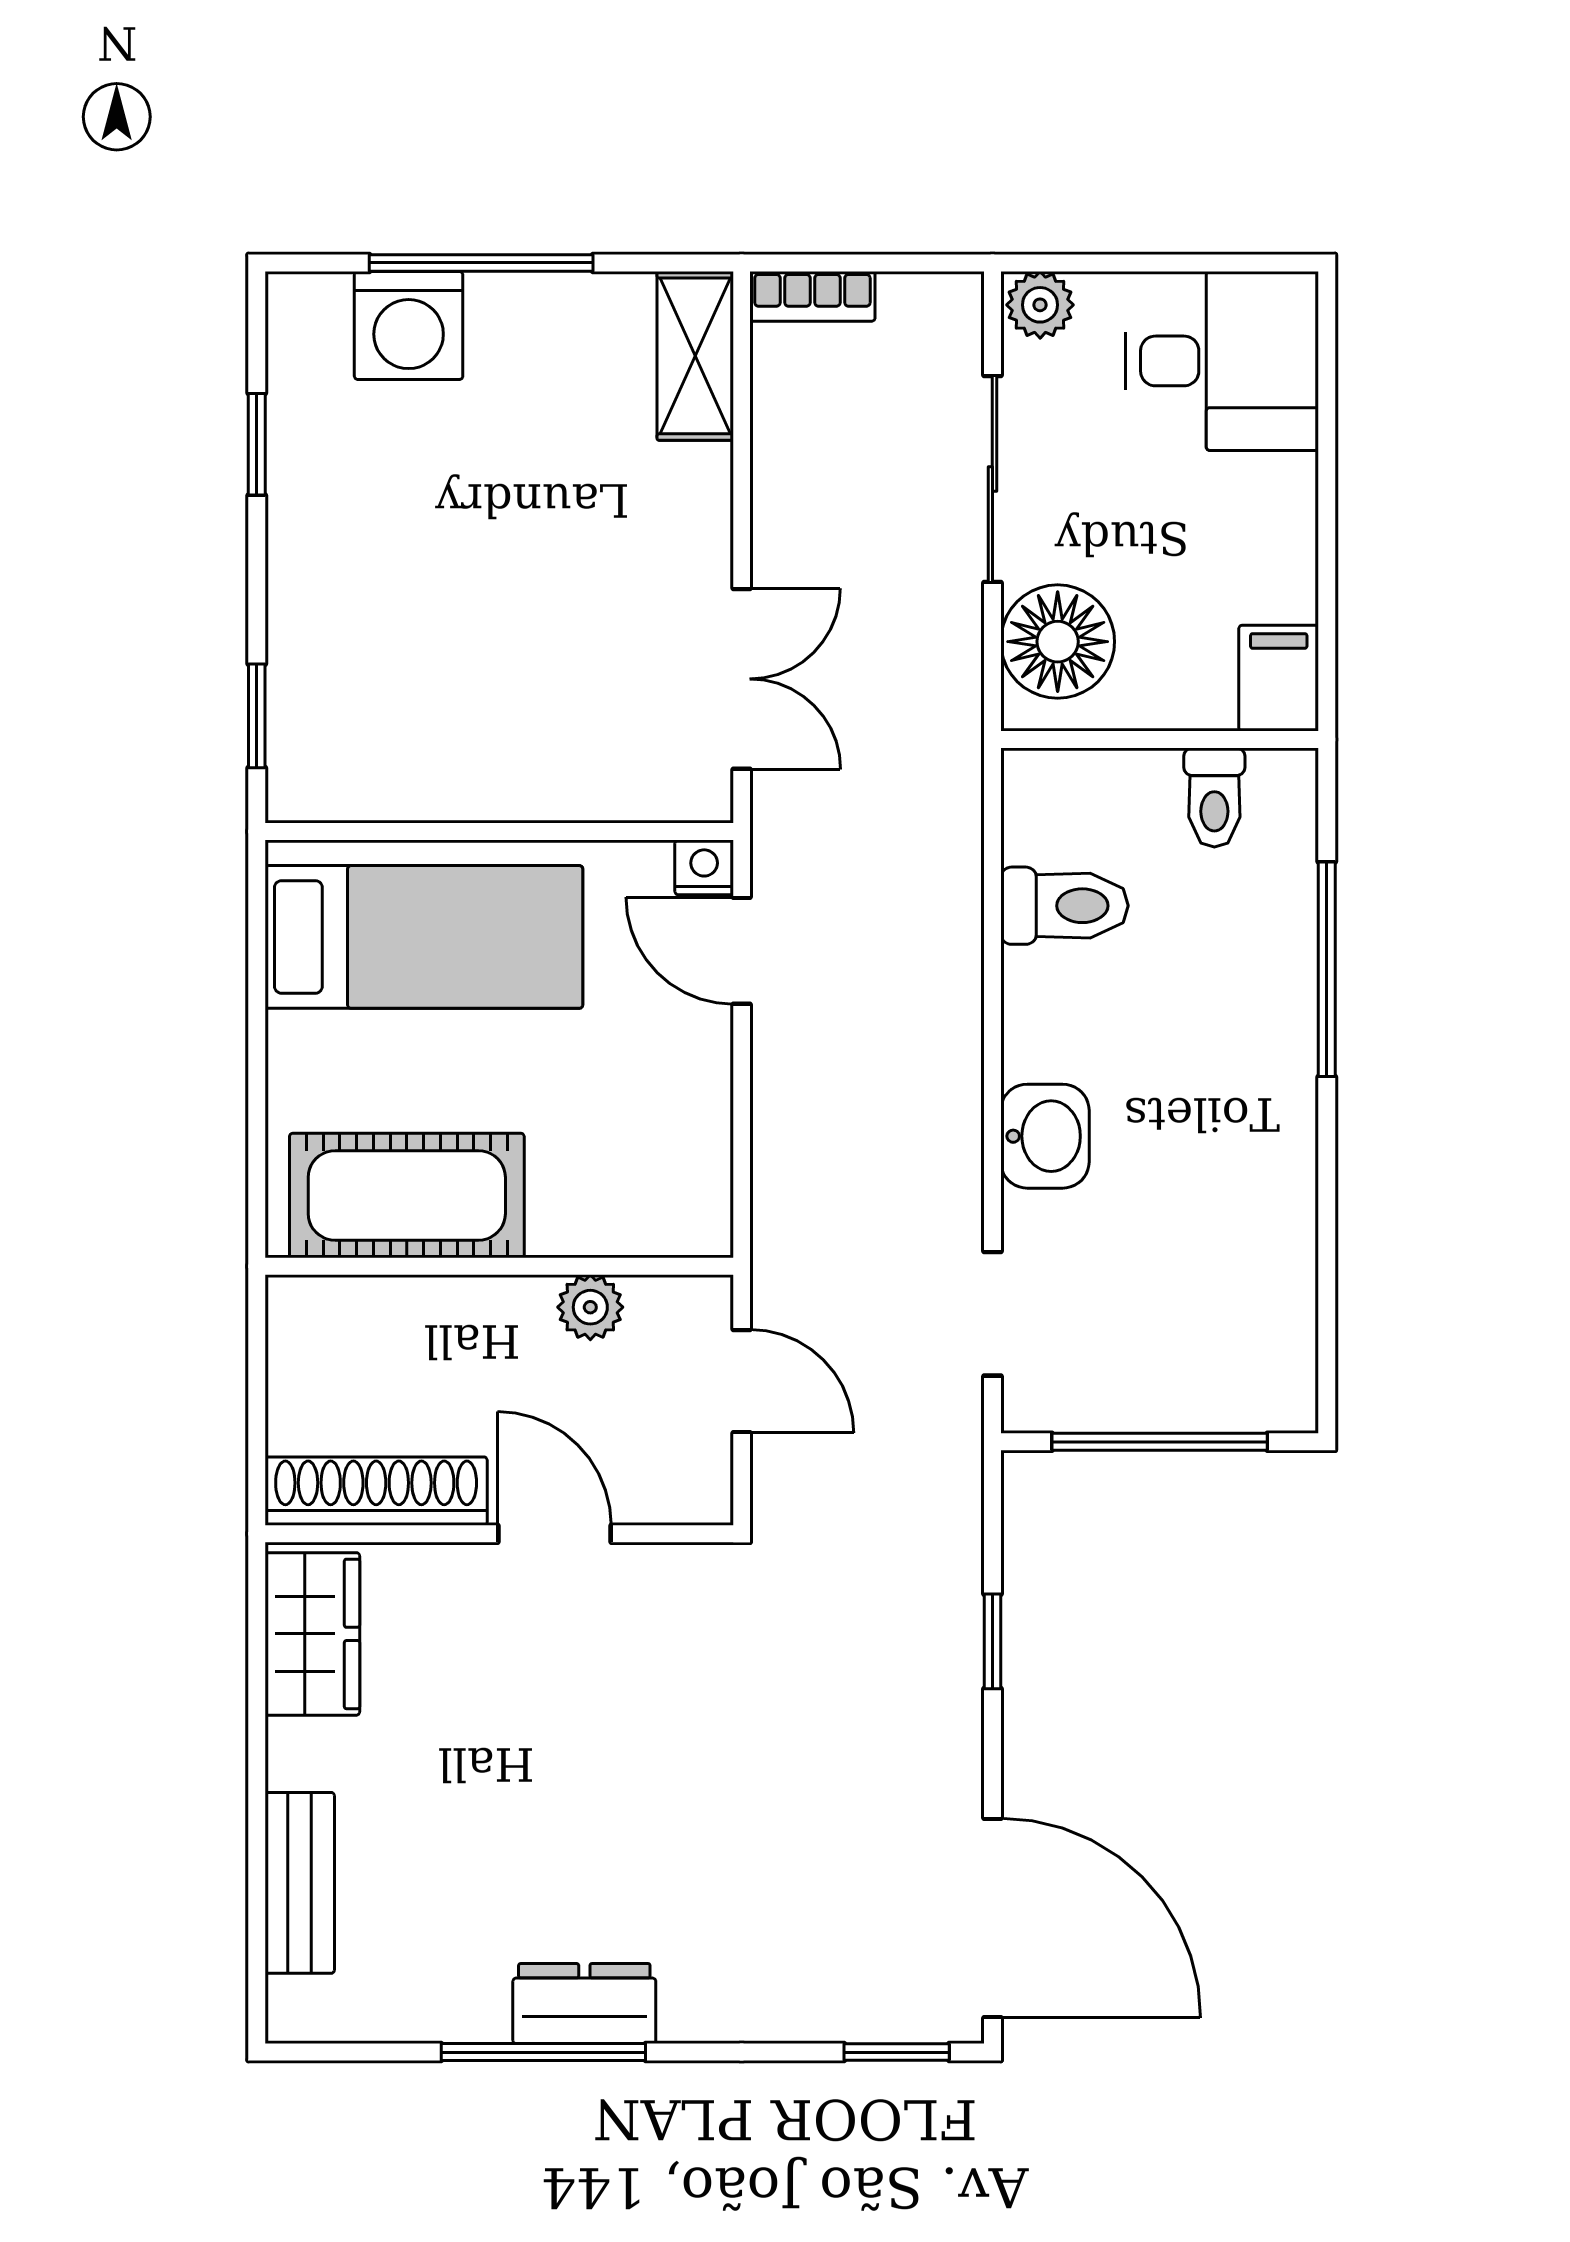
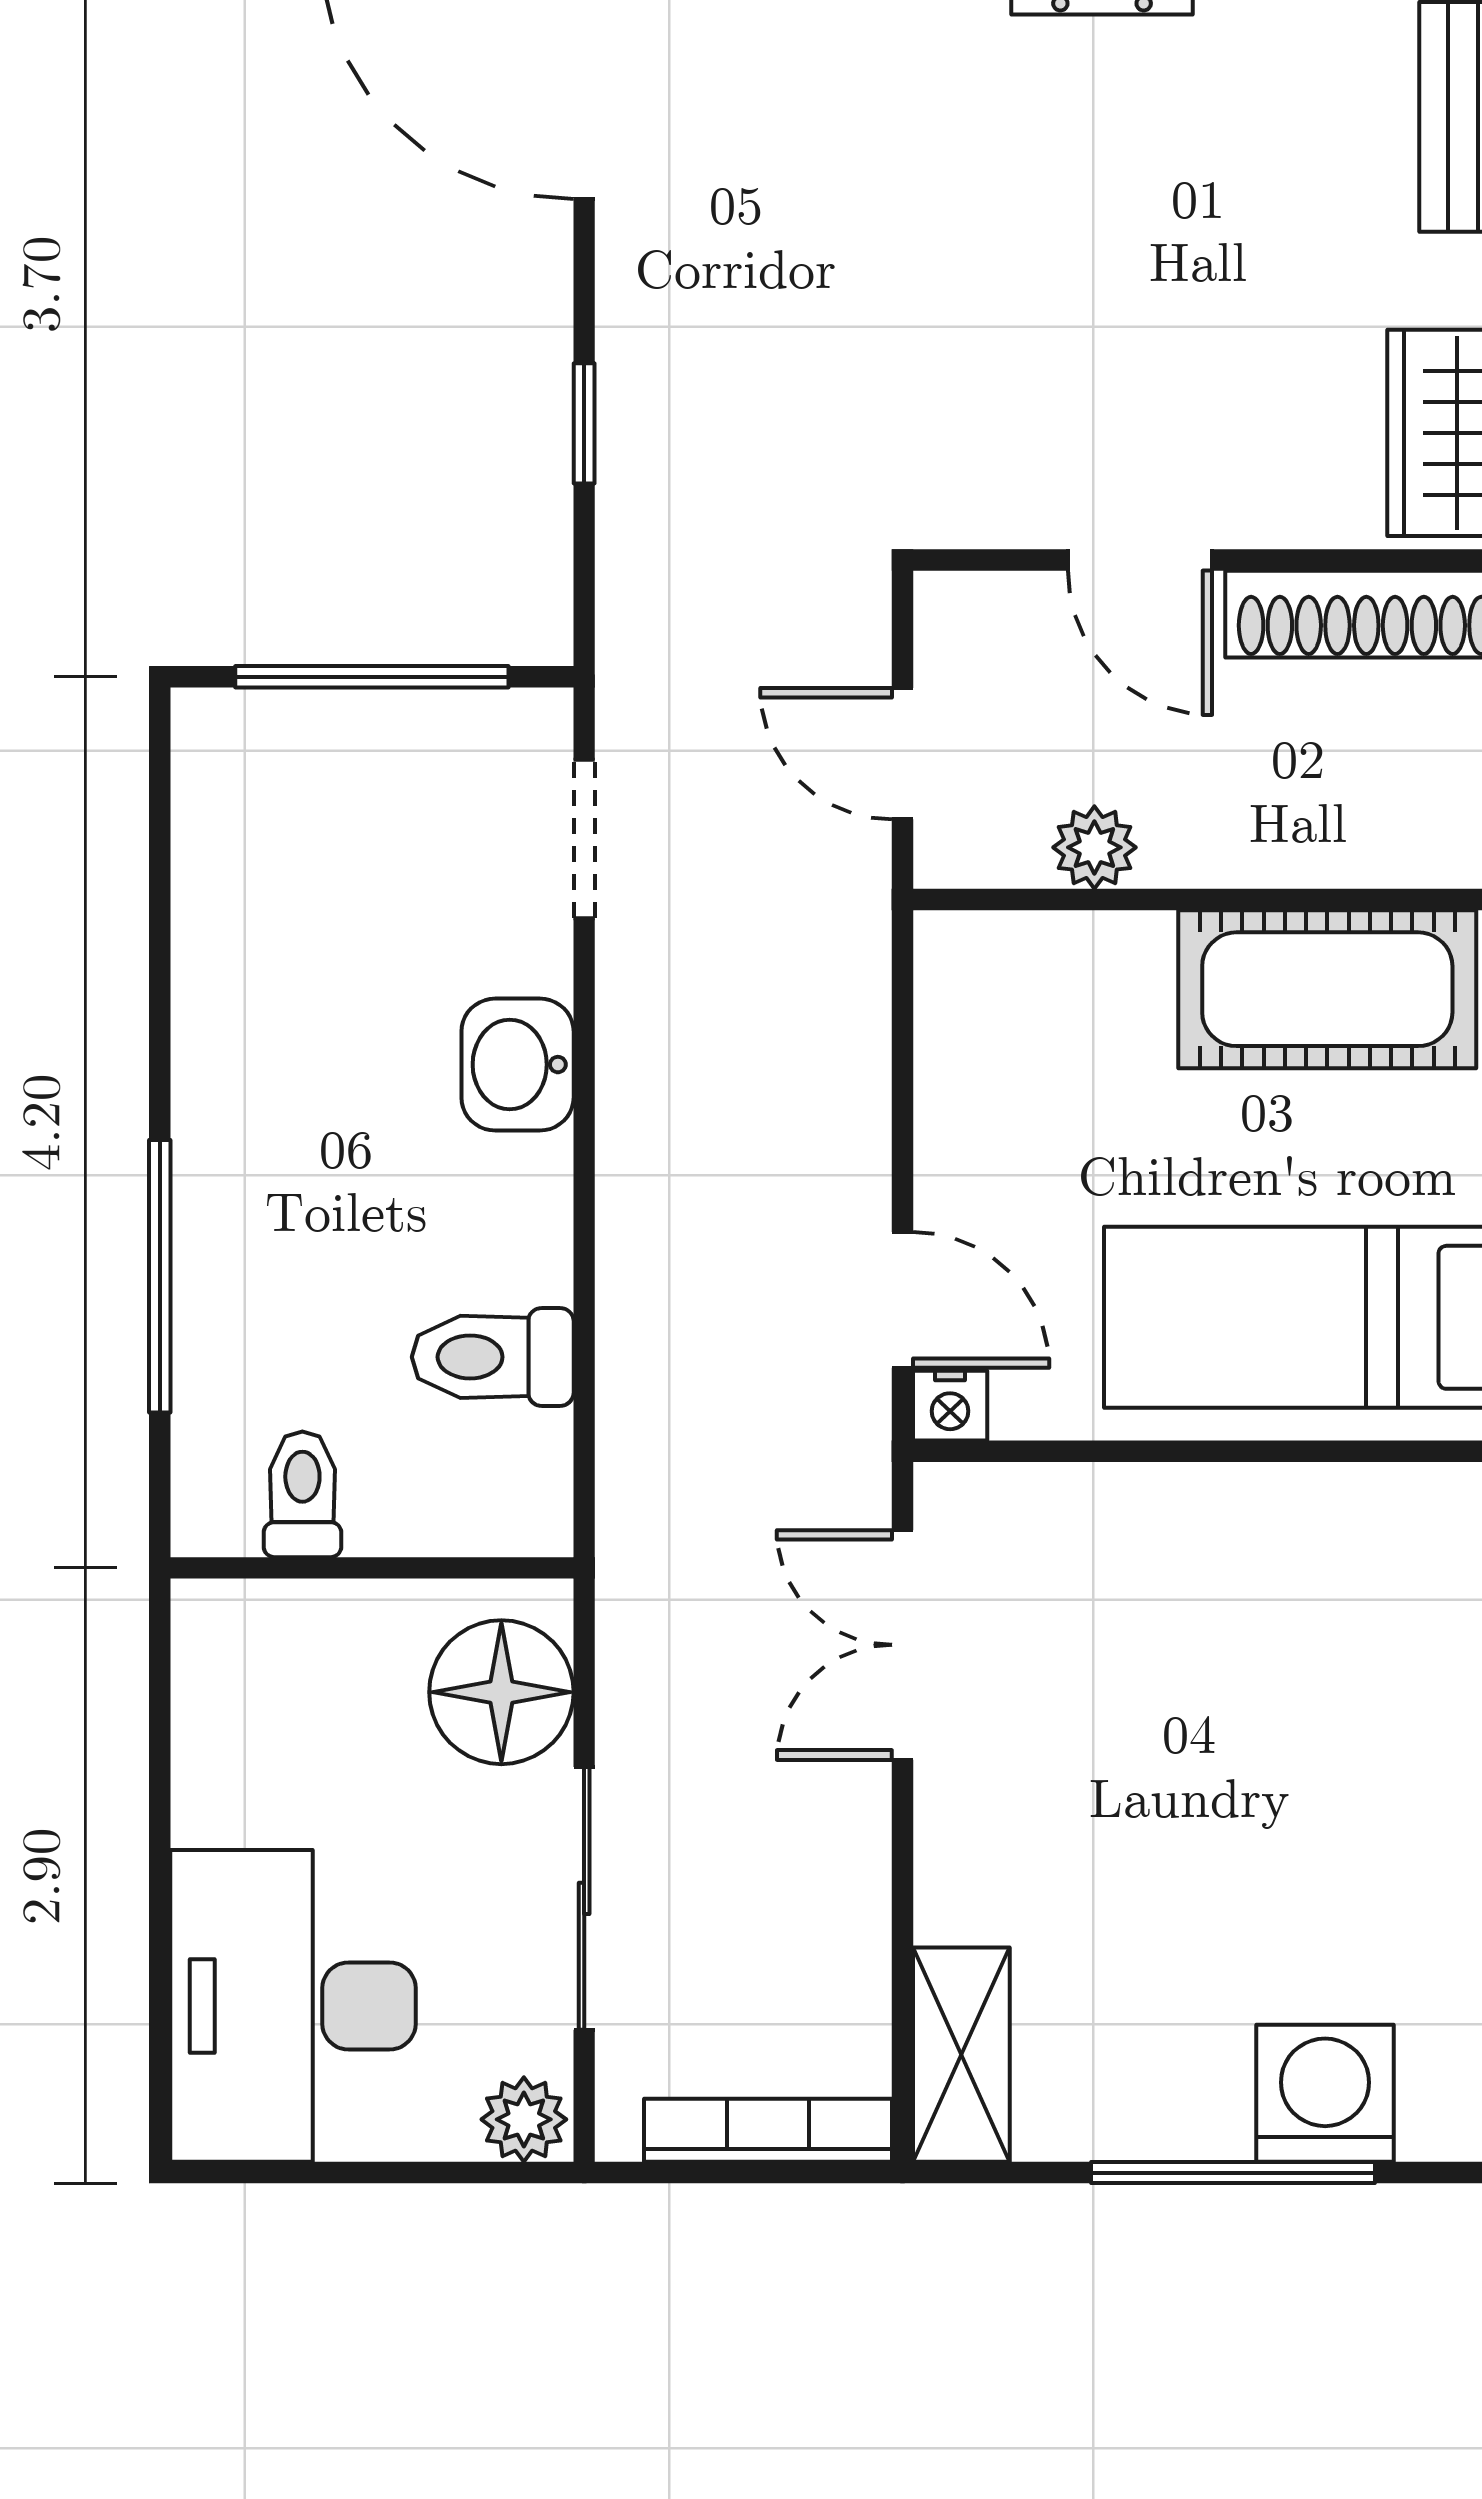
bookcase: (812, 296) -> (768, 2130), width x1.56
desk: (1222, 361) -> (293, 2006), width x1.37
filing cabinet: (1279, 678) -> (221, 1646), removed

